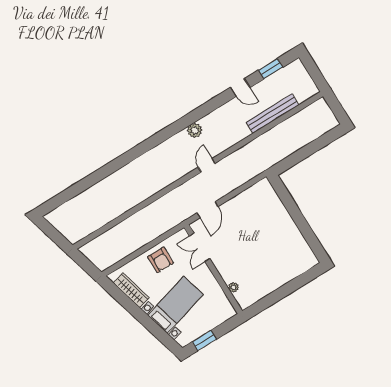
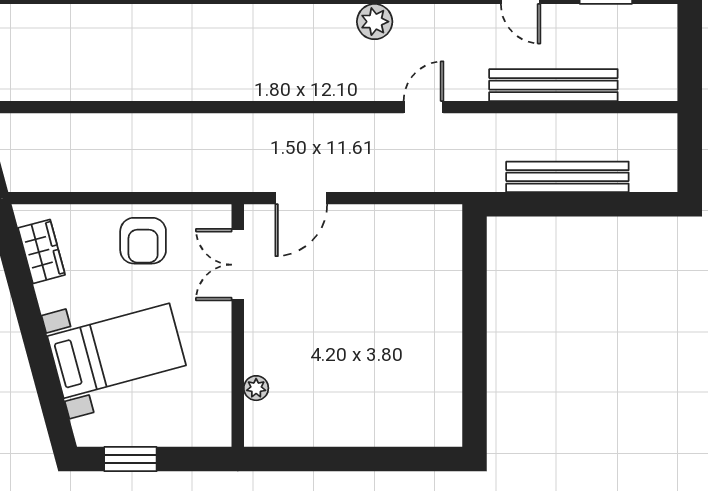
bench: (298, 143) -> (567, 177), added
door: (207, 165) -> (424, 107), moved
wardrobe: (131, 290) -> (41, 251), width x0.67

